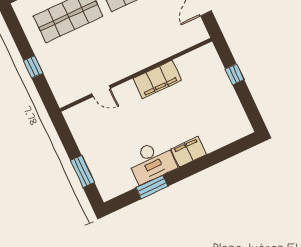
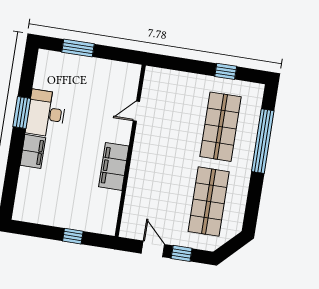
window: (33, 67) -> (226, 71), moved
window: (152, 187) -> (22, 112), moved

